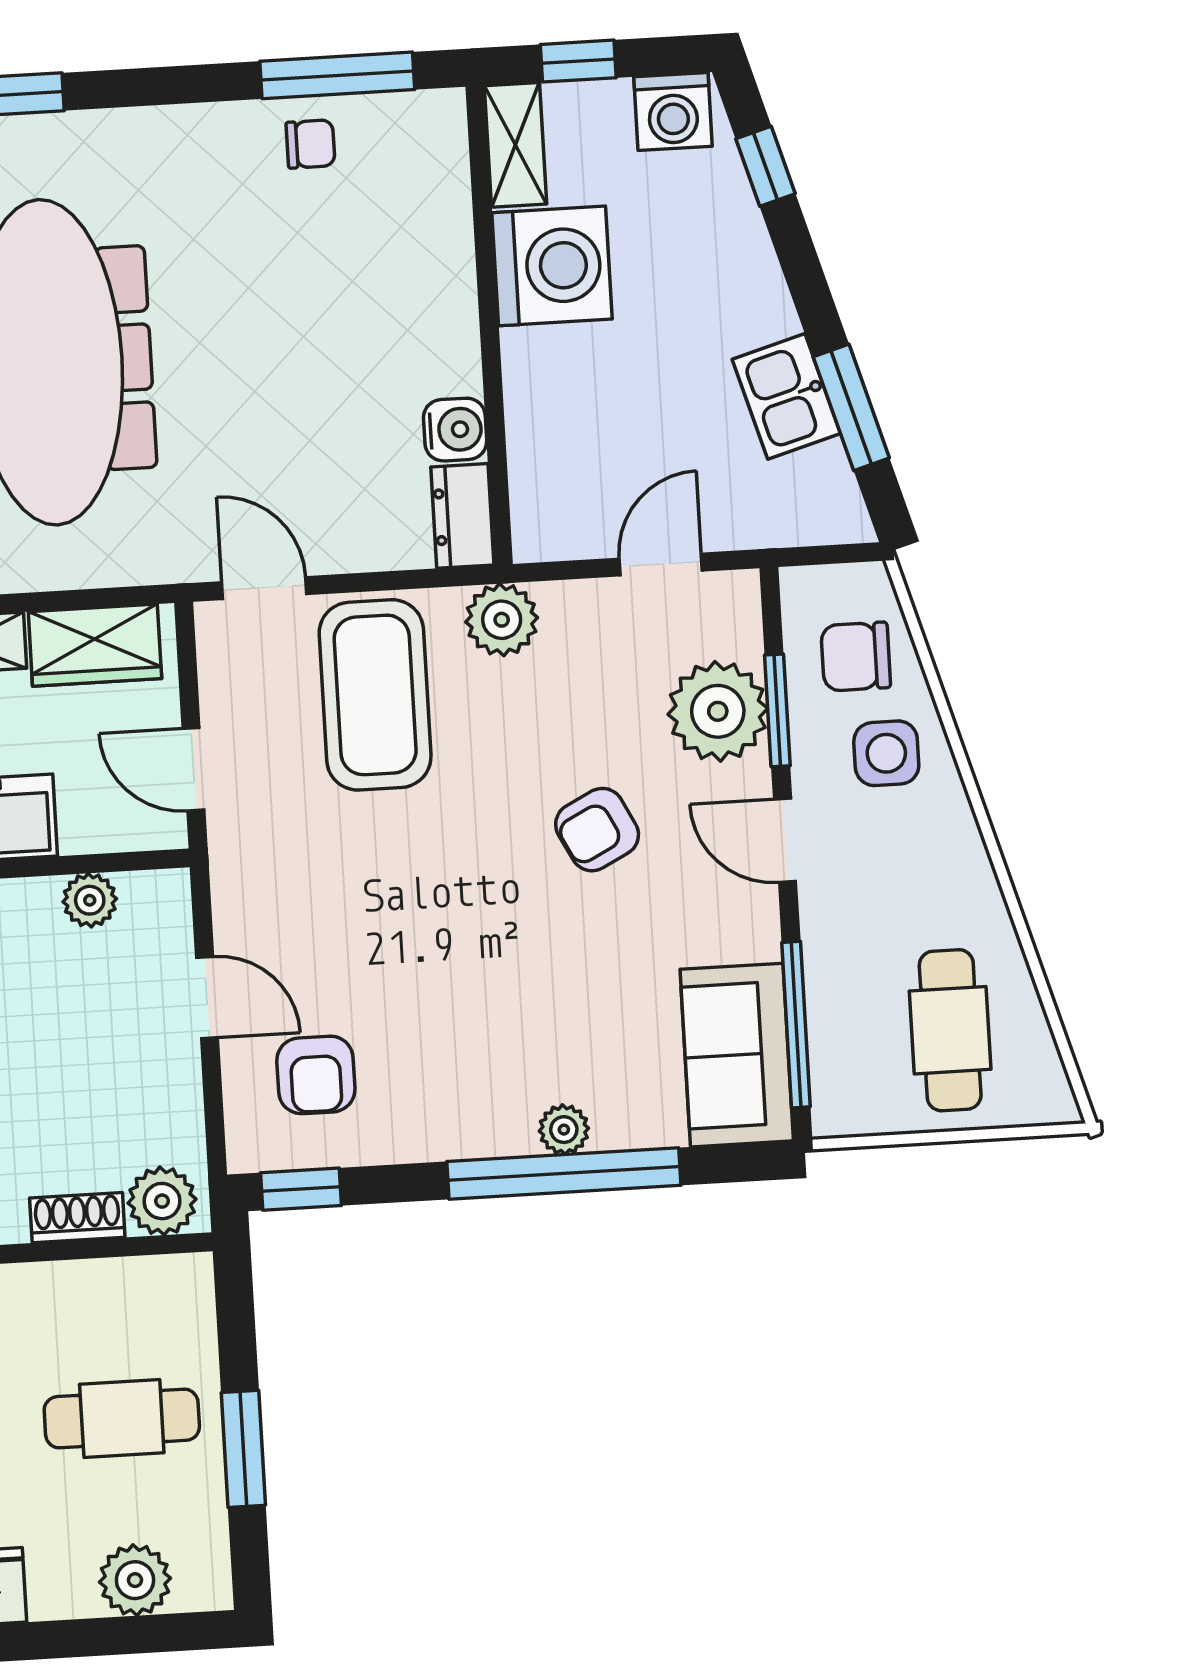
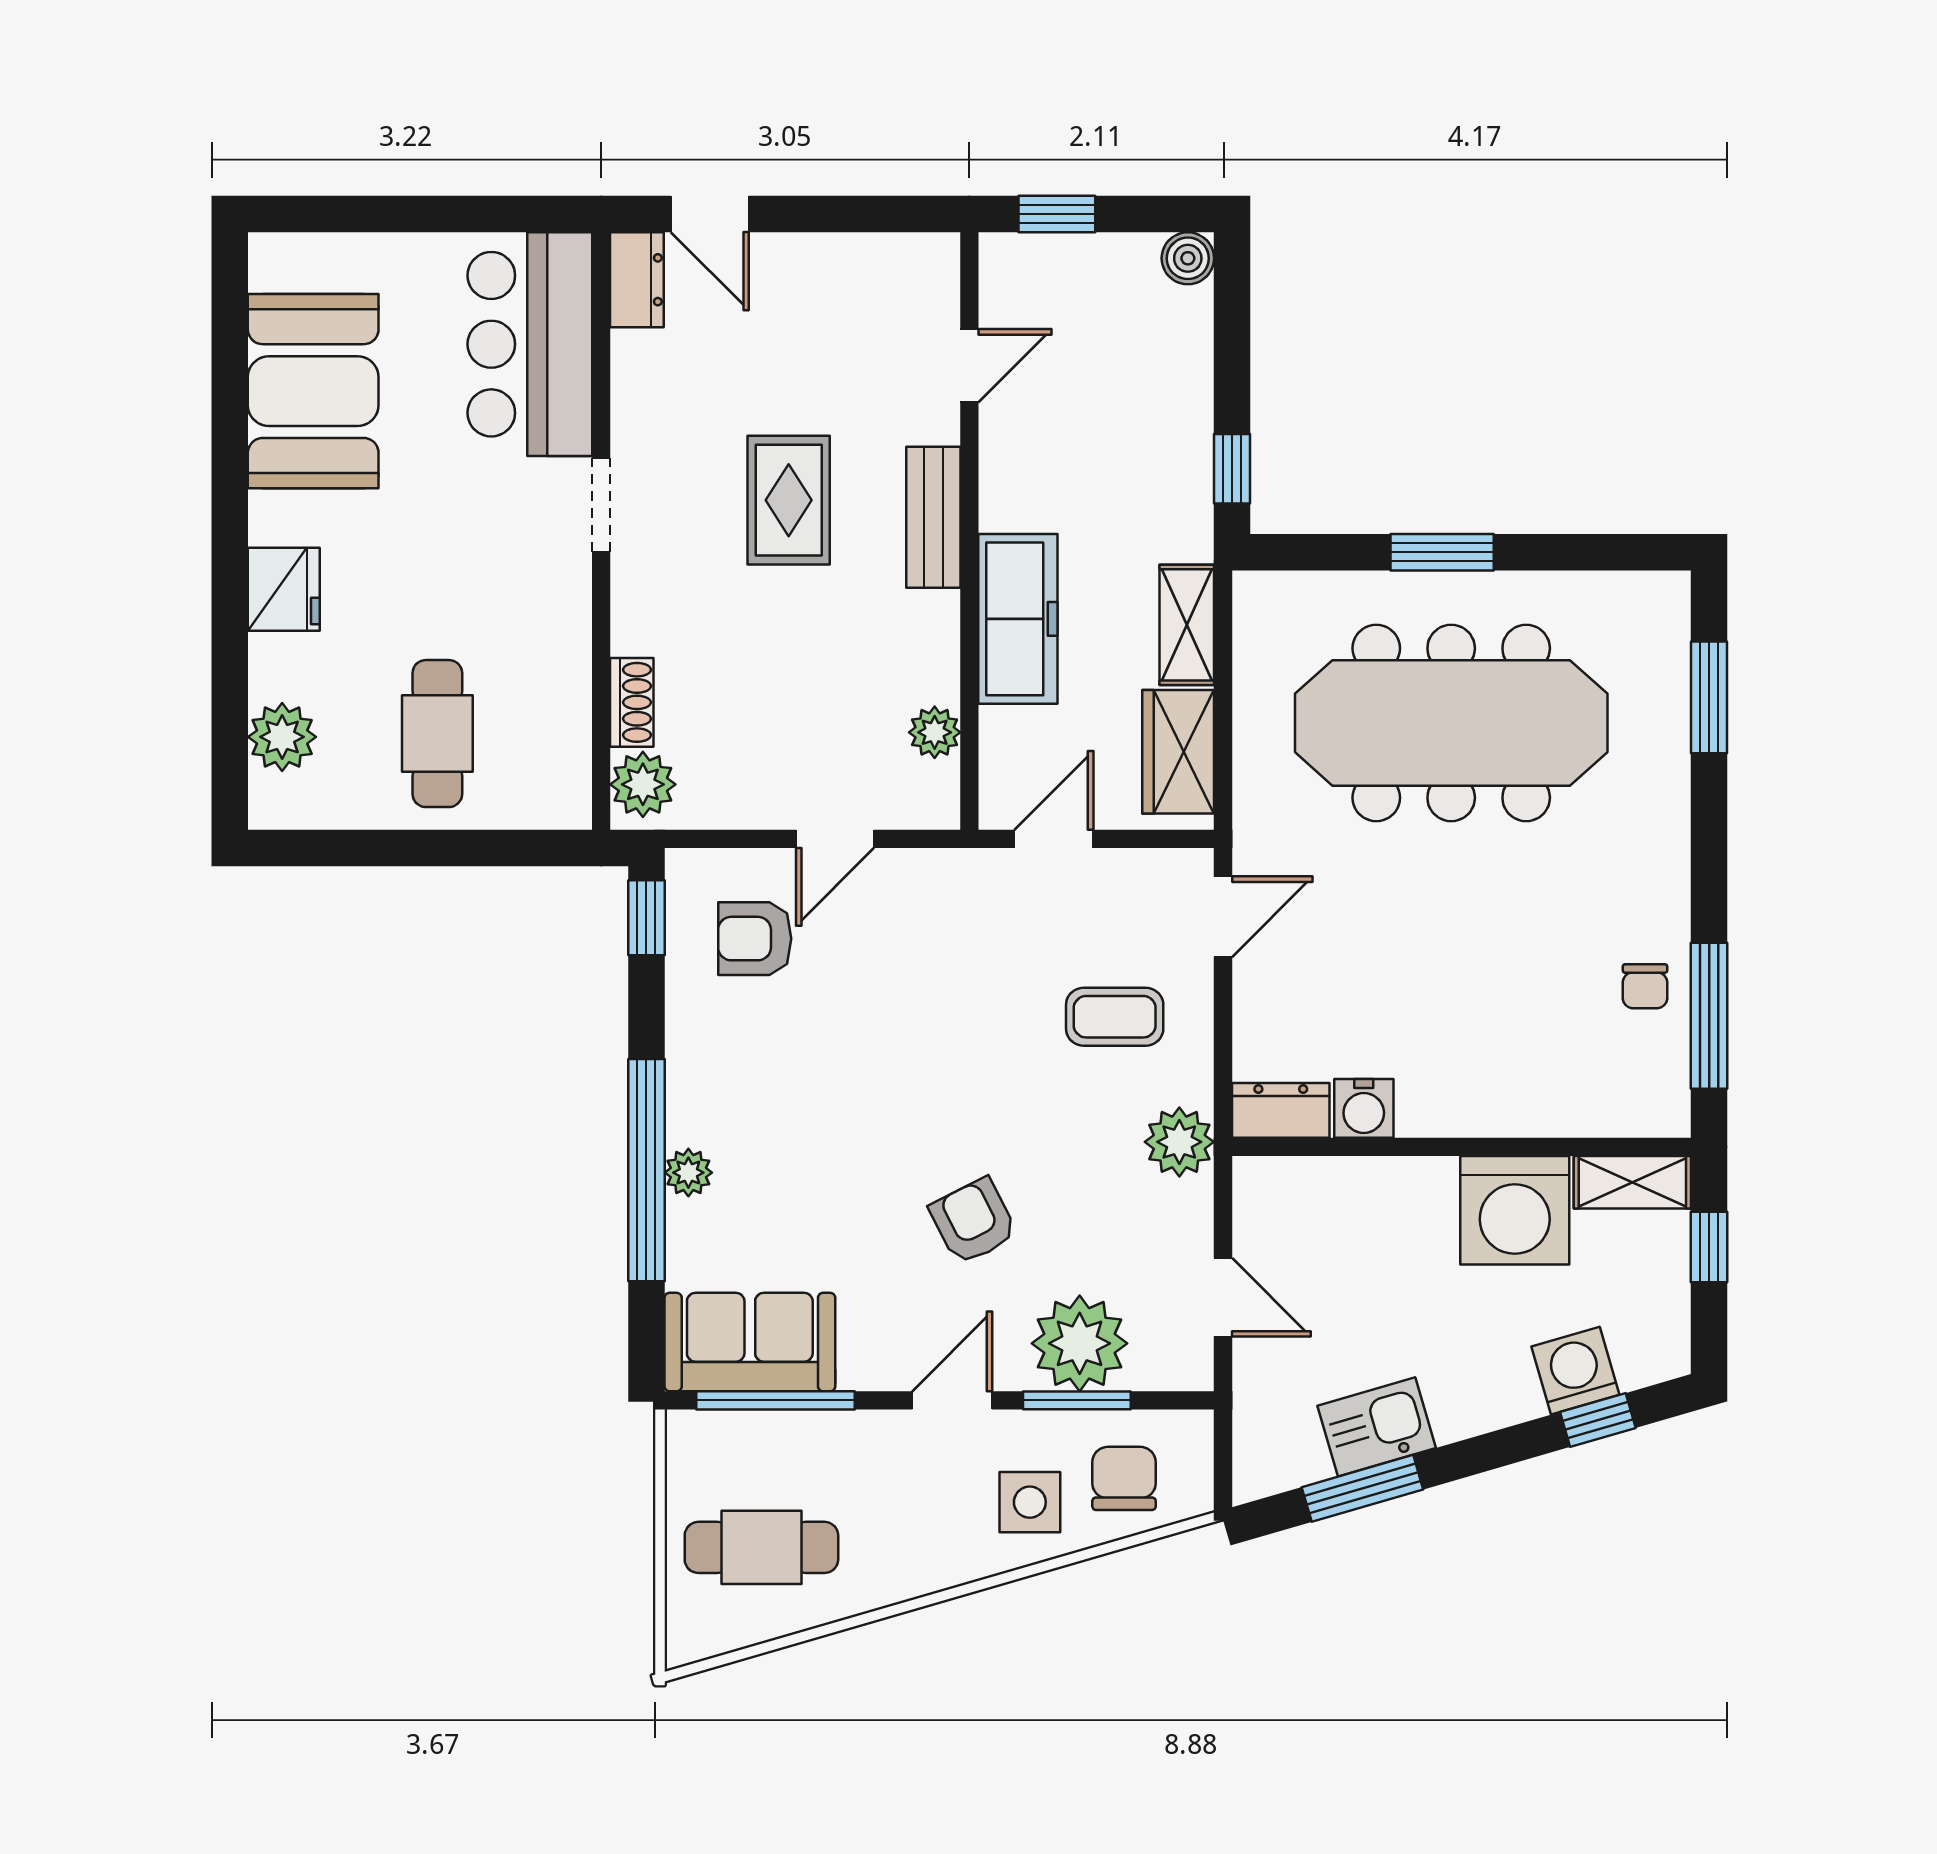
washing machine: (673, 112) -> (1575, 1371), moved, turned 74
coffee table: (375, 695) -> (1115, 1017), width x0.54, depth x0.58
window: (243, 1449) -> (401, 848), removed

